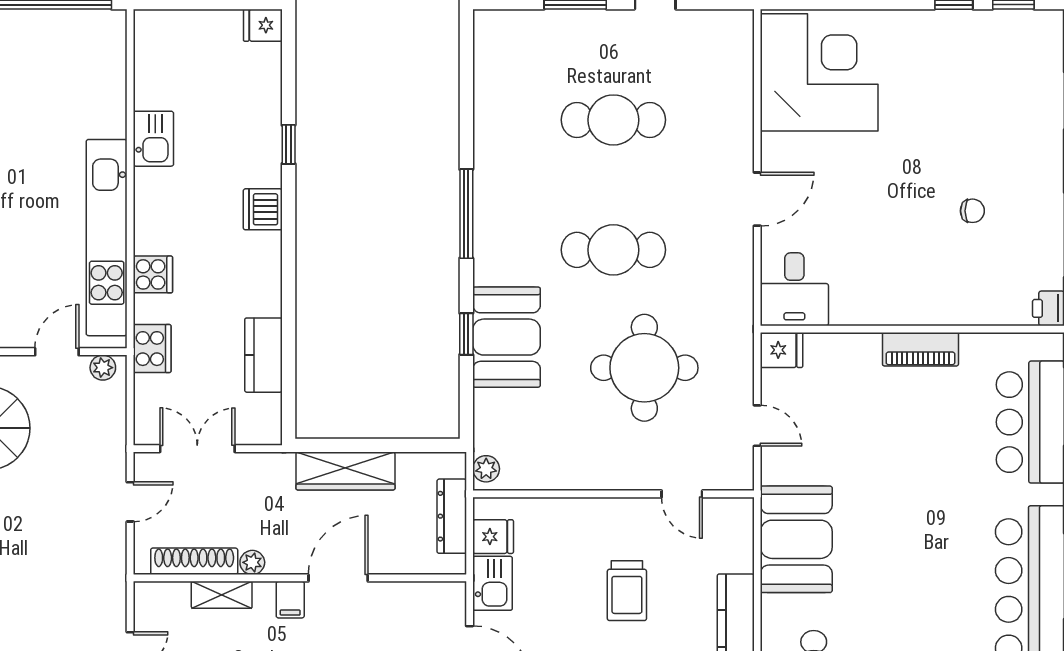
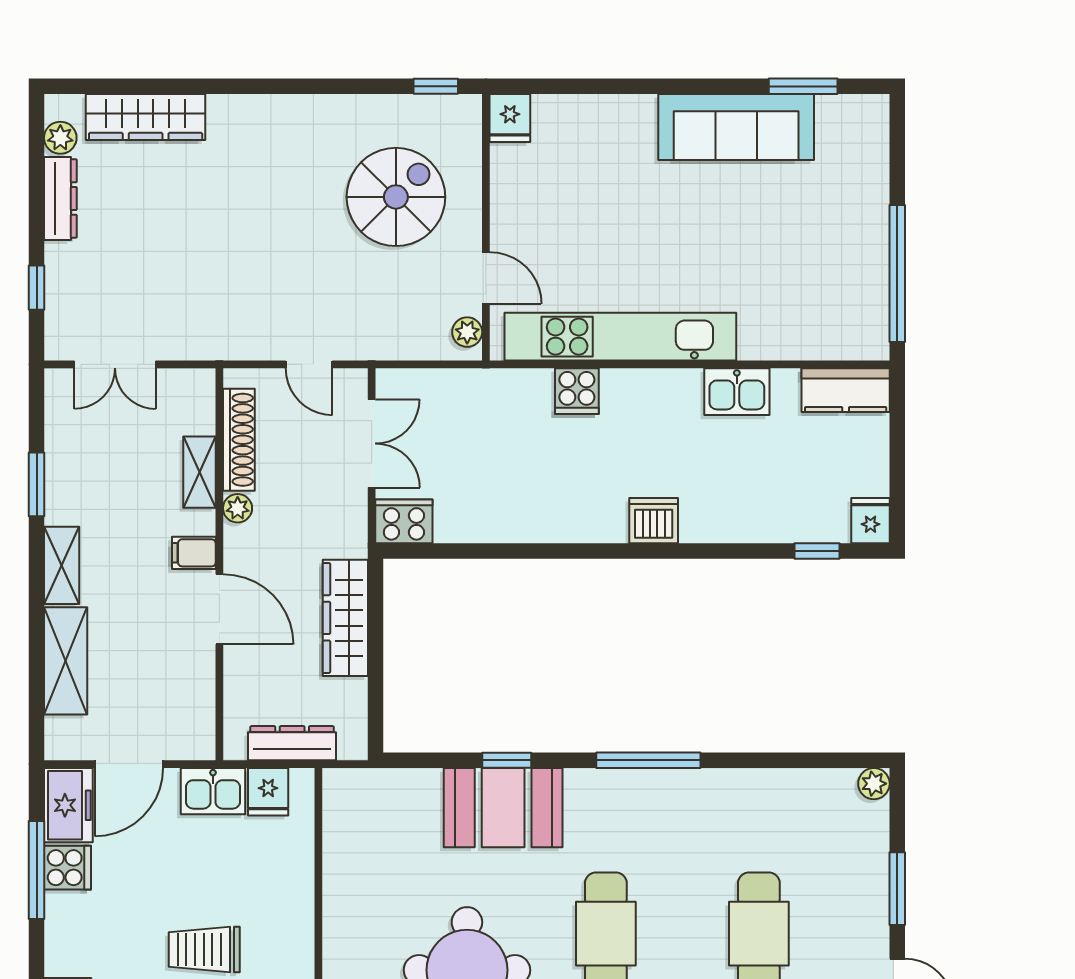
window: (289, 144) -> (817, 551), moved
cooker: (152, 349) -> (404, 521), moved, turned 180
kitchen counter: (263, 355) -> (846, 390), moved, turned 180
plant: (486, 469) -> (874, 784), moved

